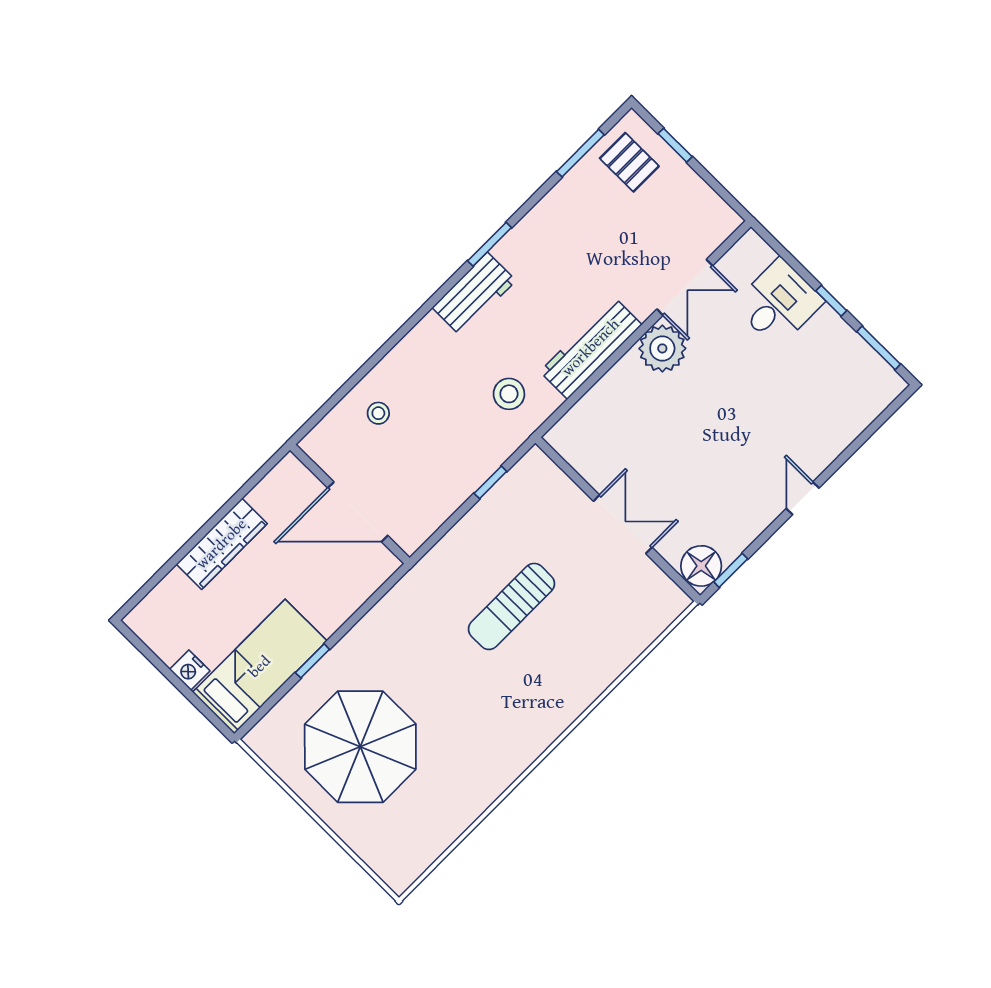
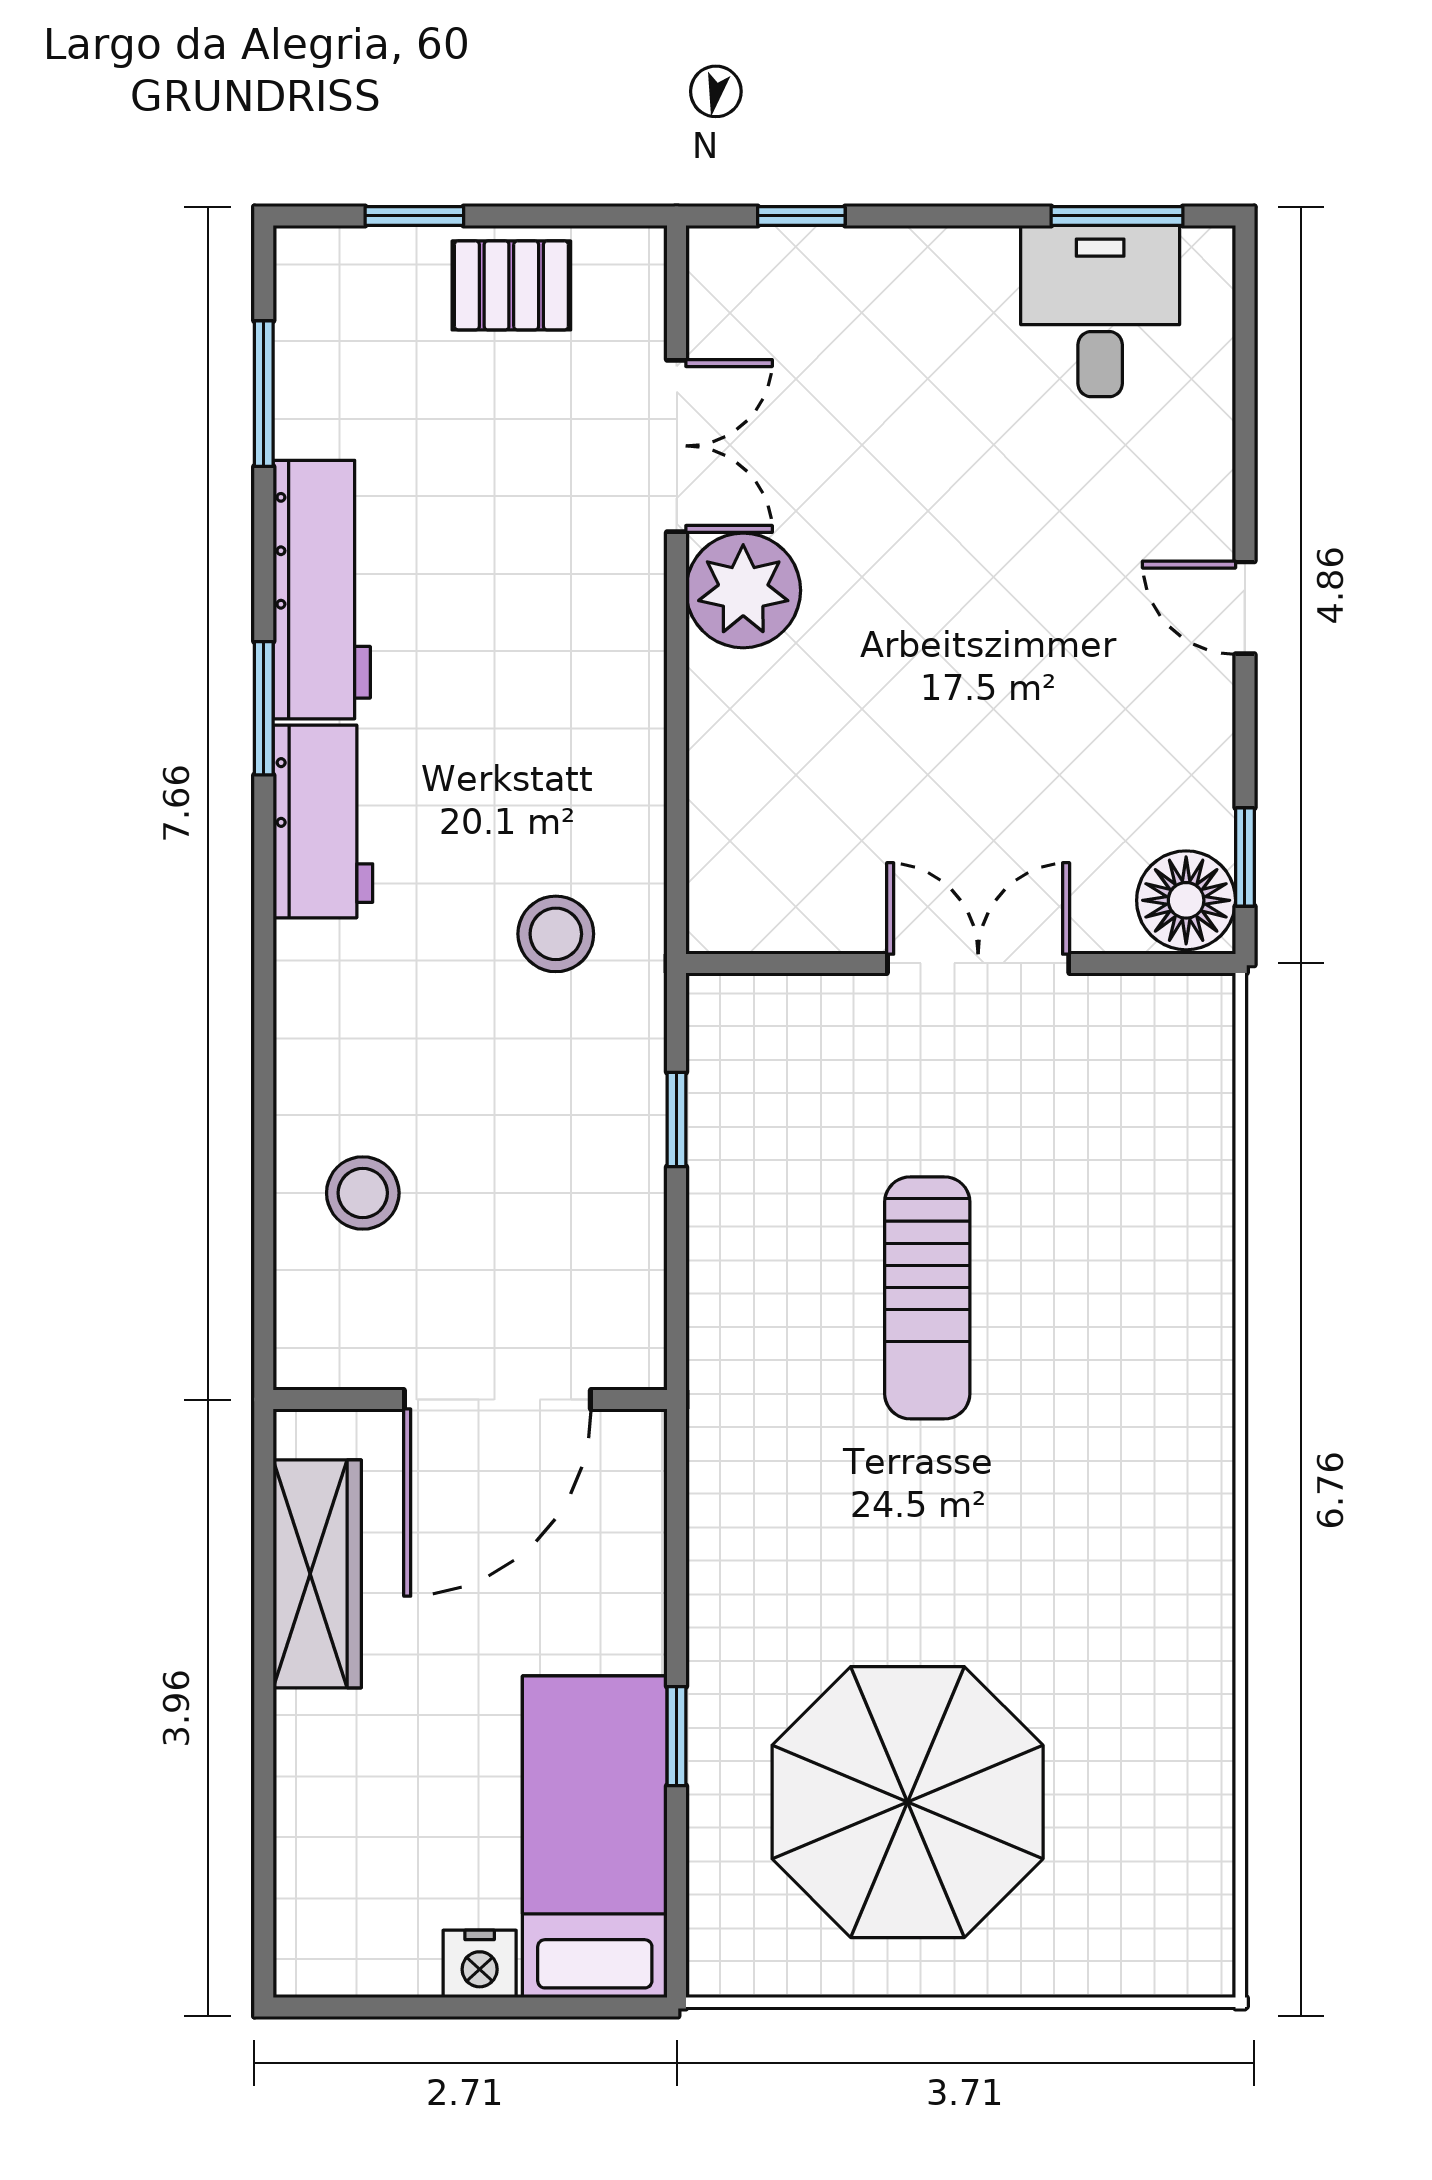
pallet: (629, 162) -> (511, 285), moved
window: (831, 301) -> (801, 216), moved
desk: (778, 303) -> (1100, 311), moved
workbench: (591, 348) -> (322, 590), moved, turned 180
stool: (378, 413) -> (363, 1193), width x1.37, depth x1.37
wardrobe: (222, 544) -> (317, 1574), moved

